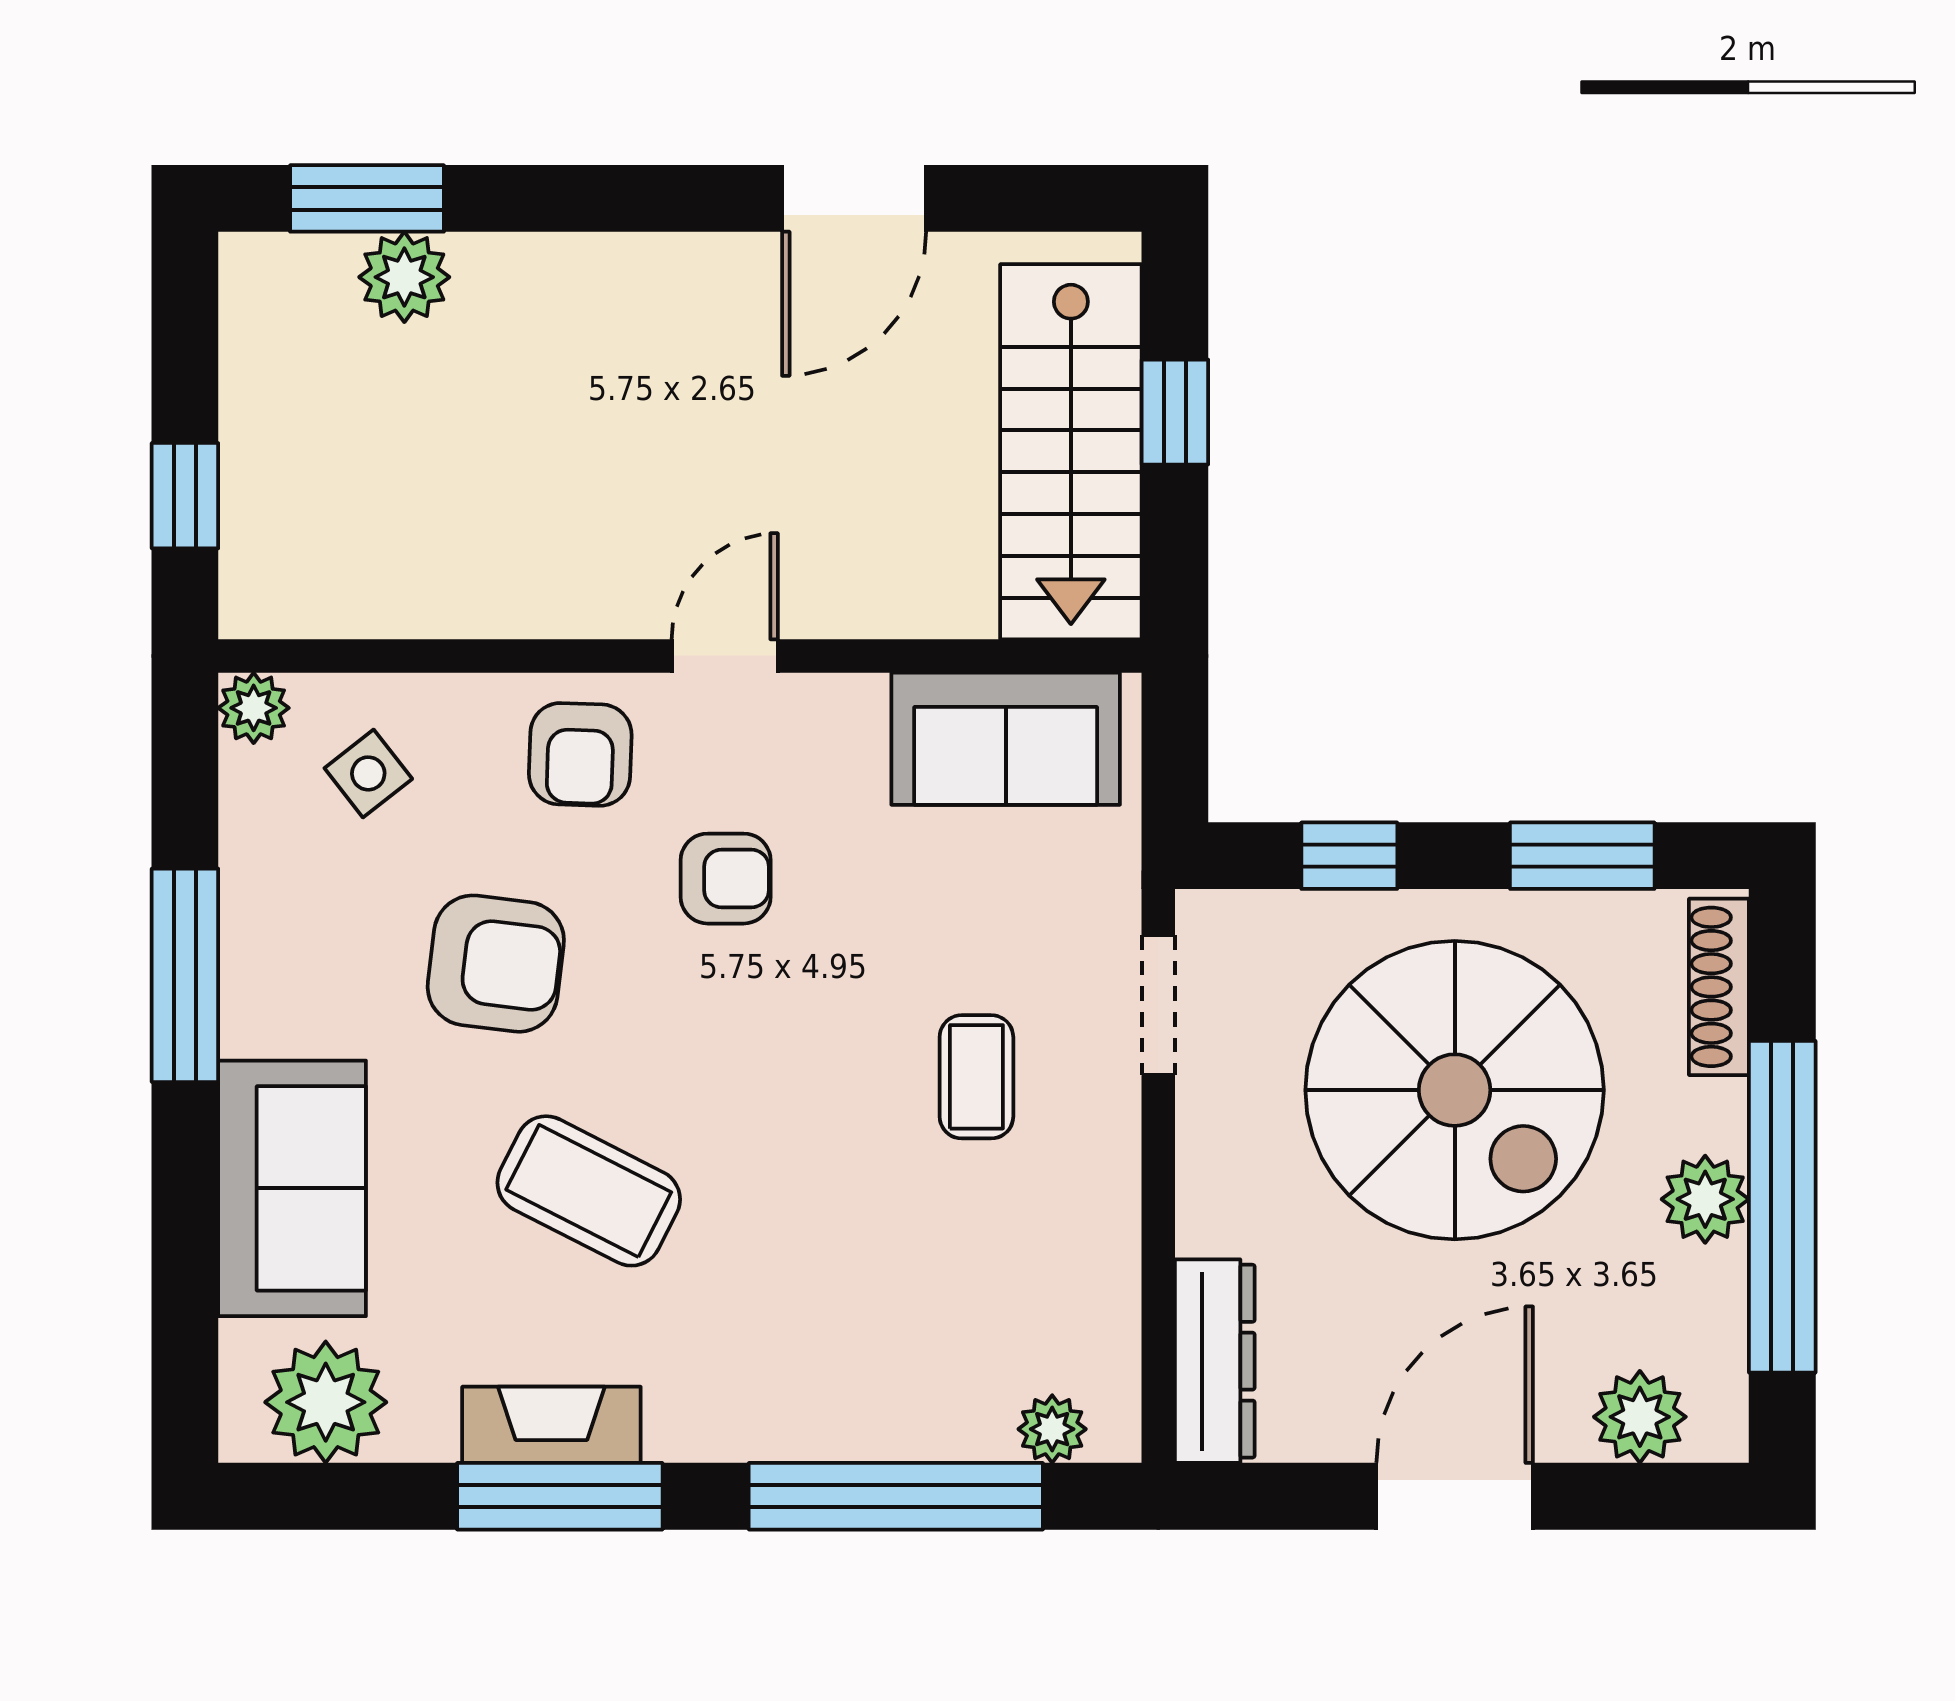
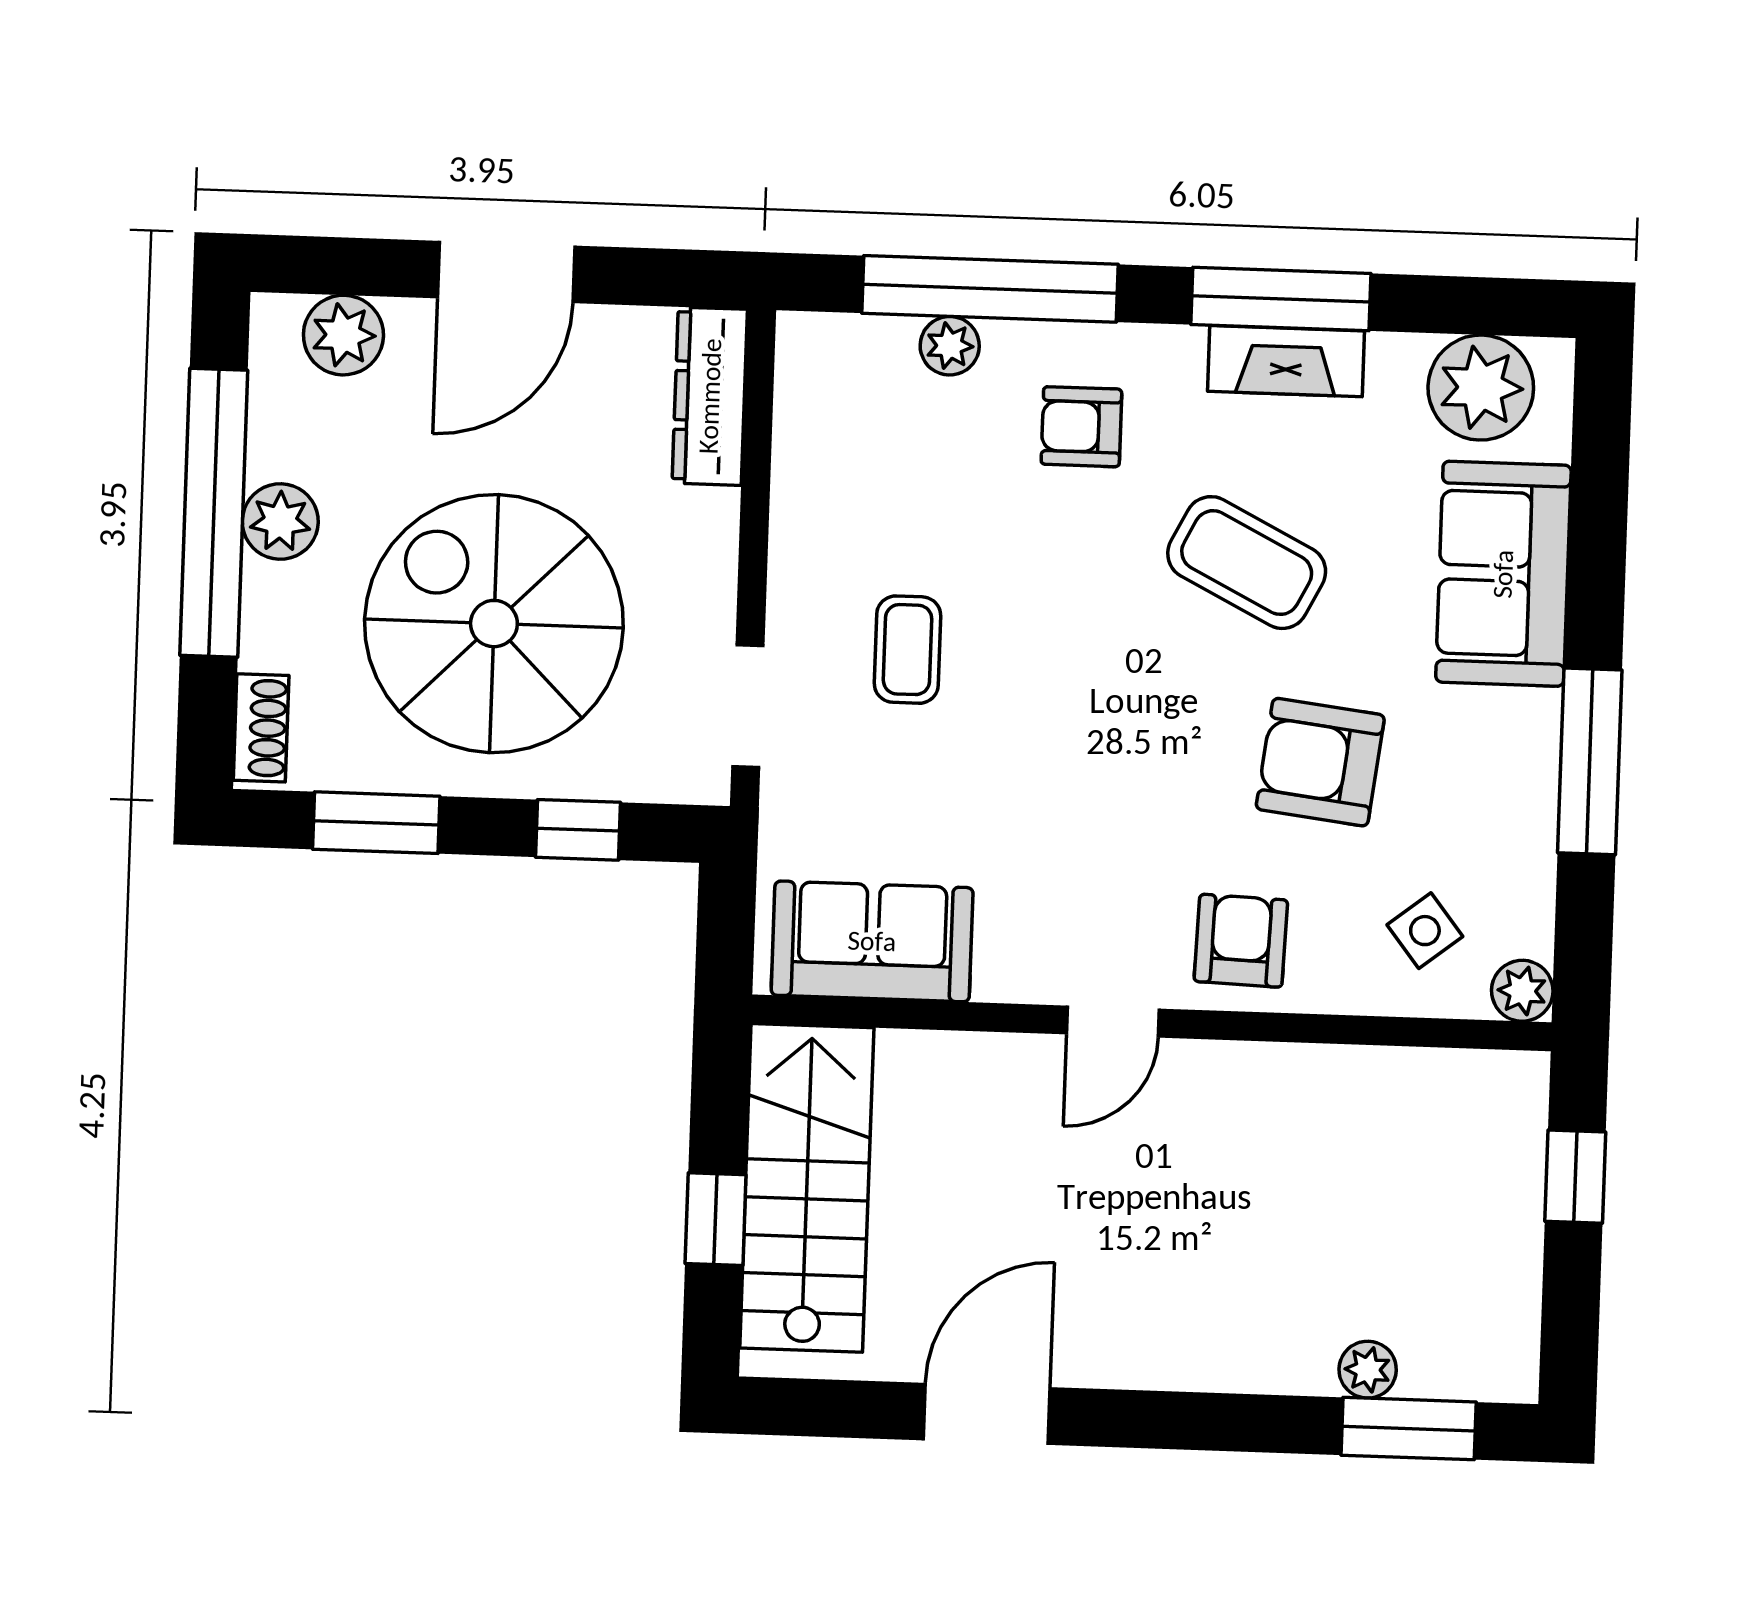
plant: (404, 277) -> (1368, 1370), width x0.73, depth x0.73
armchair: (726, 879) -> (1081, 427), moved
shoe rack: (1719, 987) -> (261, 728), width x0.70
plant: (1052, 1429) -> (950, 346), moved

